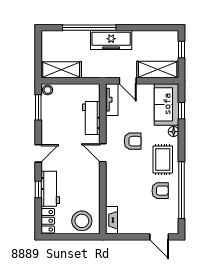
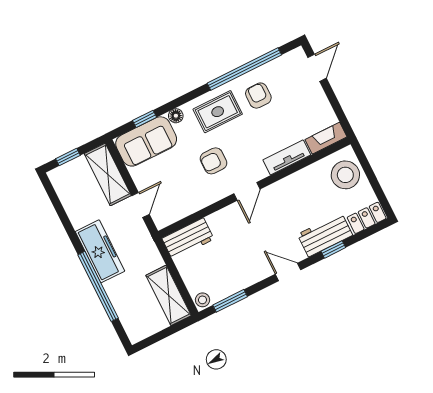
tv unit: (112, 100) -> (287, 157), moved
workbench: (91, 118) -> (188, 239), moved
armchair: (133, 141) -> (213, 161), turned -90

